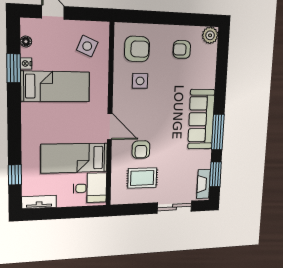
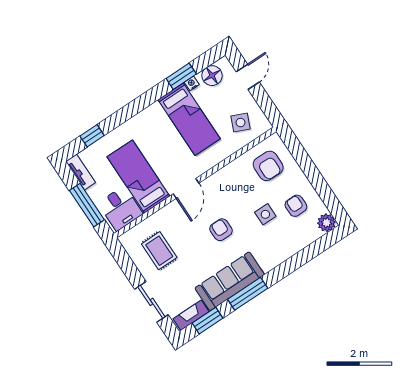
floor lamp: (26, 42) -> (212, 76), width x1.89, depth x1.89
side table: (140, 81) -> (265, 214), moved
sofa: (201, 119) -> (230, 281), moved
armchair: (141, 150) -> (221, 230), moved, turned 90
window: (69, 213) -> (87, 205), added

